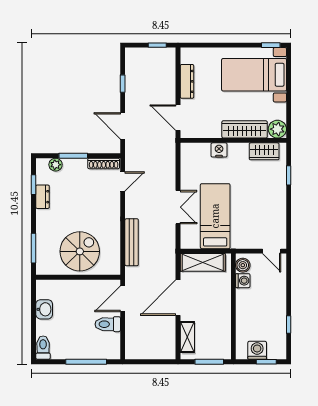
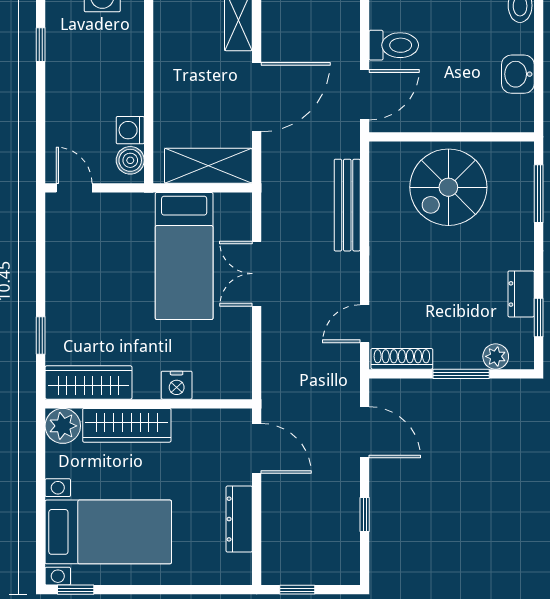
wardrobe: (264, 151) -> (89, 382), width x1.50

